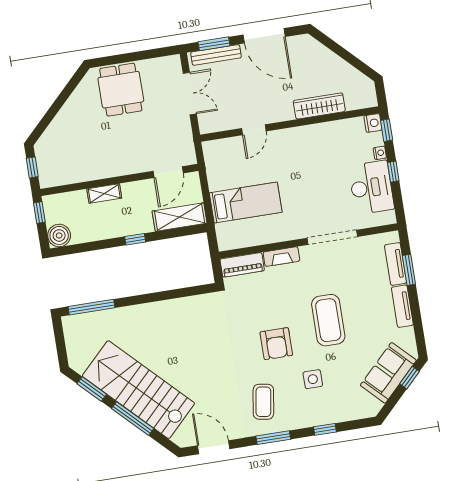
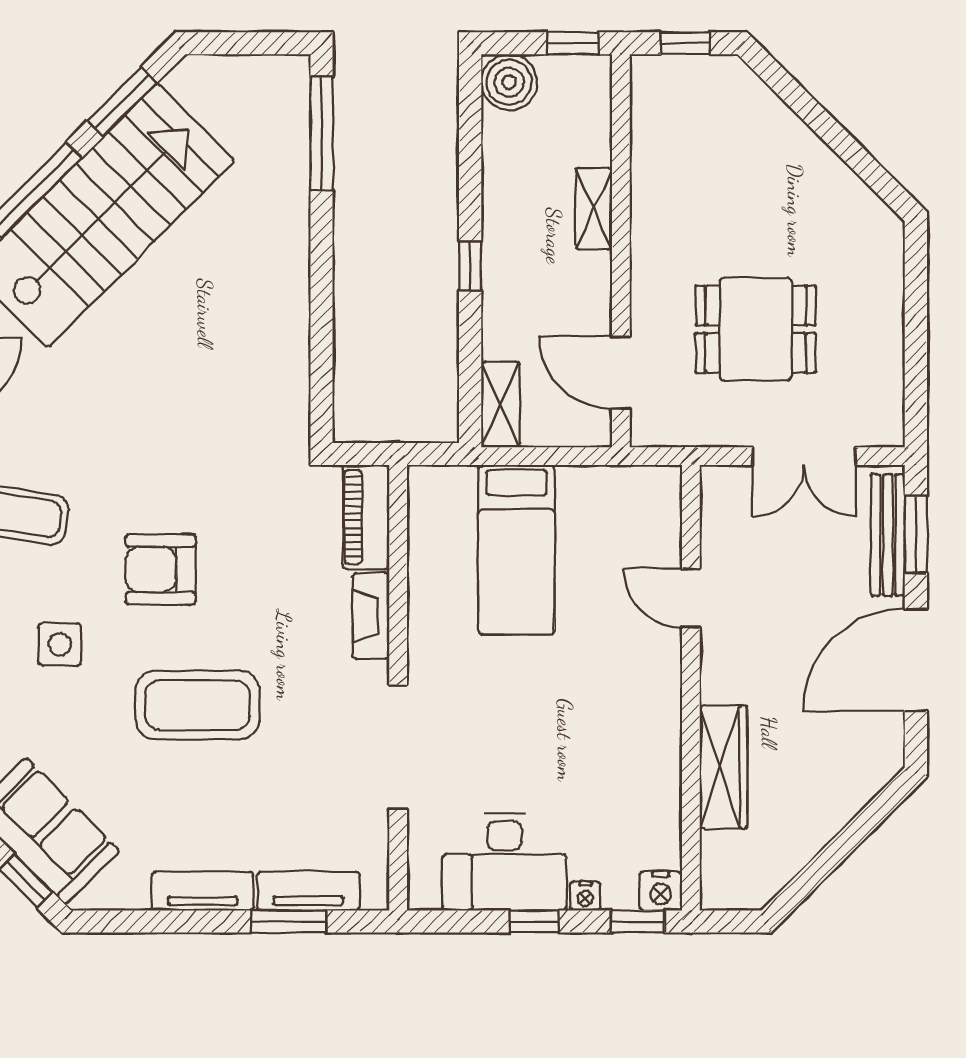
dining table: (121, 90) -> (756, 329), moved
shelving: (180, 217) -> (500, 404), width x0.67, depth x0.75

